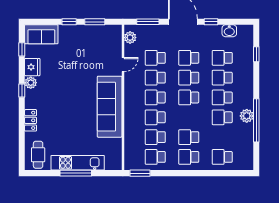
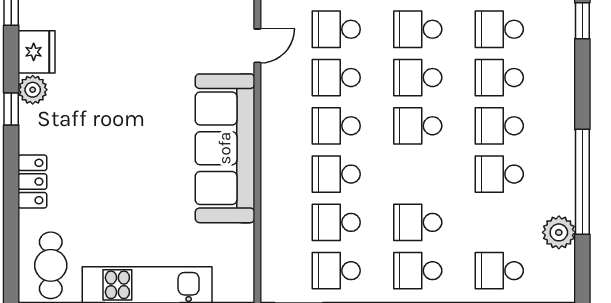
plant: (247, 116) -> (559, 232), moved

